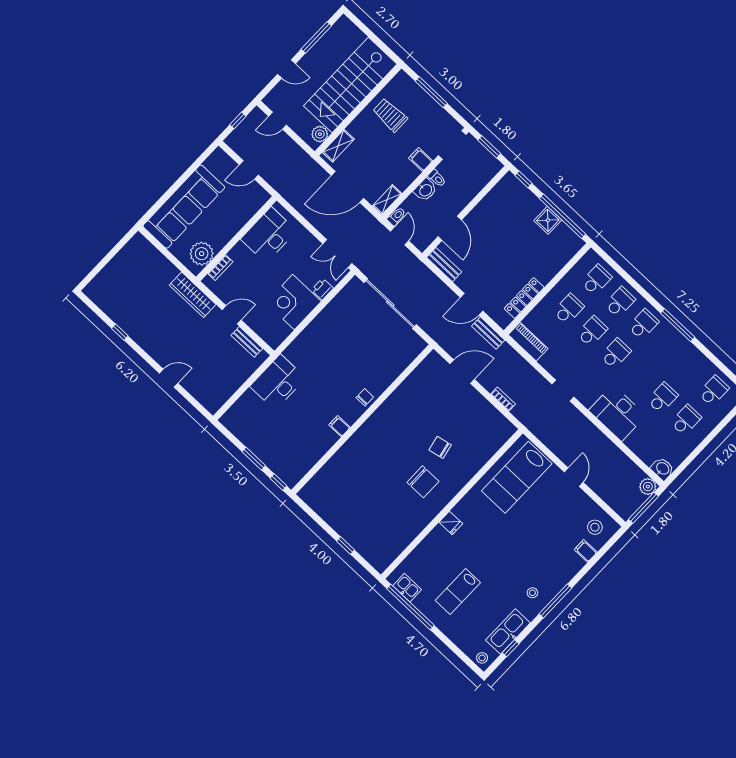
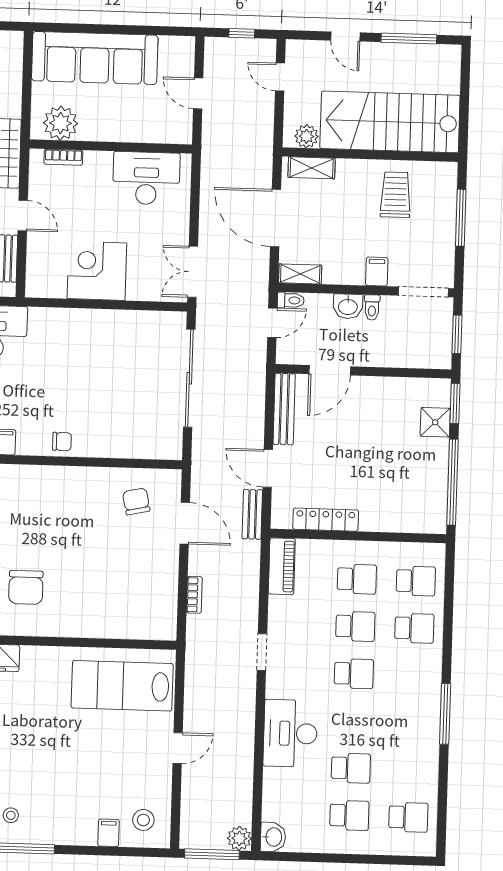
window: (524, 179) -> (455, 404), width x1.50
shower: (548, 220) -> (435, 422), moved
bench: (444, 265) -> (284, 409), width x1.36
printer: (322, 289) -> (139, 290), removed
school desk: (643, 324) -> (413, 675), removed
chair: (440, 447) -> (136, 501), moved

